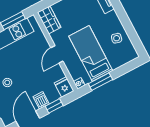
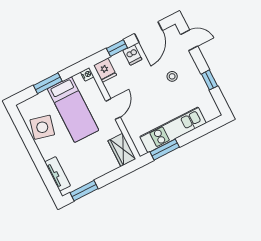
side table: (117, 38) -> (42, 127), width x1.87, depth x1.87
window: (100, 82) -> (48, 83), moved

